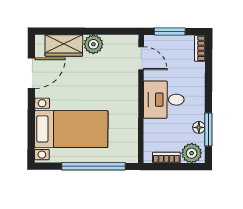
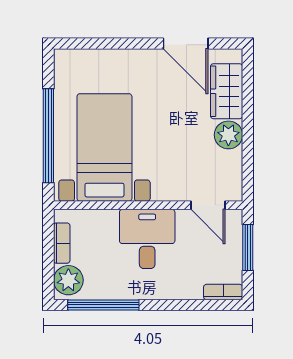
door: (141, 58) -> (208, 205), hinge flipped
floor lamp: (199, 127) -> (106, 291), removed
bed with nightstands: (71, 129) -> (104, 147), moved, turned 180
window: (208, 129) -> (103, 305), width x1.44

